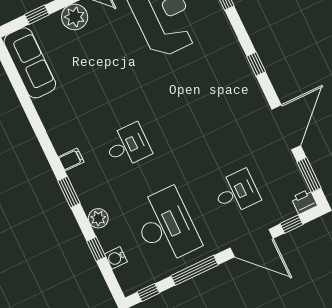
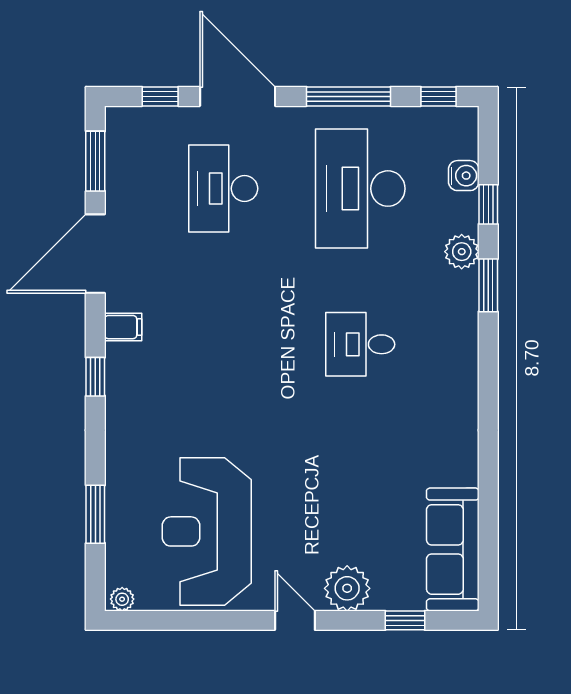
filing cabinet: (71, 160) -> (123, 327), moved, turned 180
window: (69, 192) -> (488, 285), moved
desk: (236, 192) -> (223, 189), width x1.37
printer: (304, 202) -> (123, 122), removed

